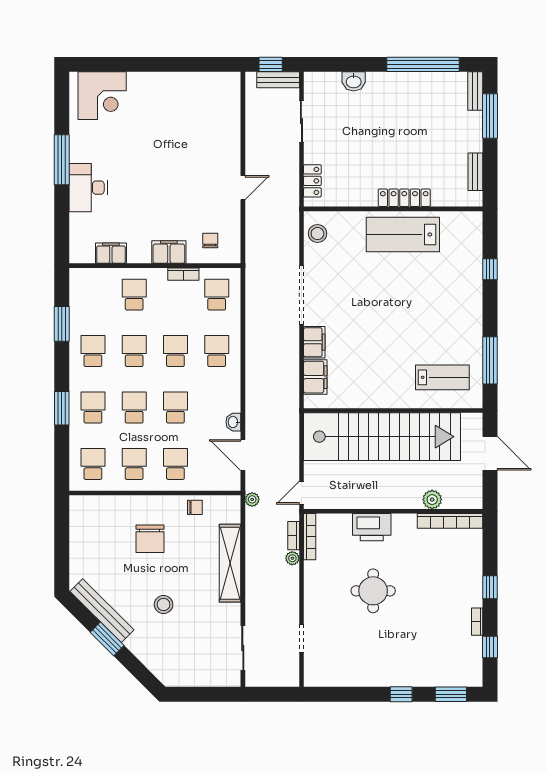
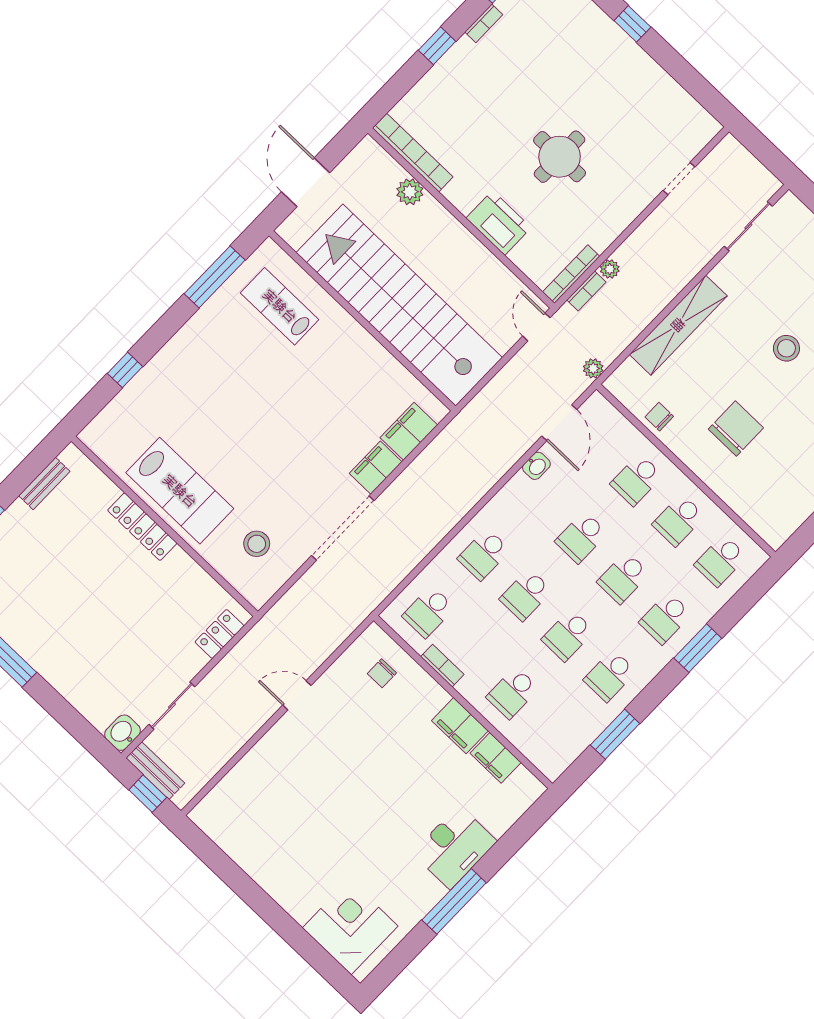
washbasin: (354, 81) -> (123, 733), moved, turned -90
stool: (317, 234) -> (257, 544), moved
filing cabinet: (169, 252) -> (460, 726), moved
door: (301, 493) -> (536, 327), swing flipped

